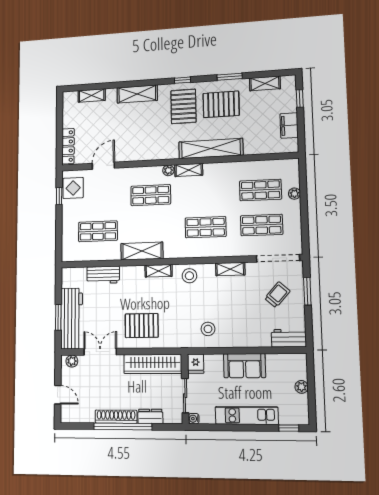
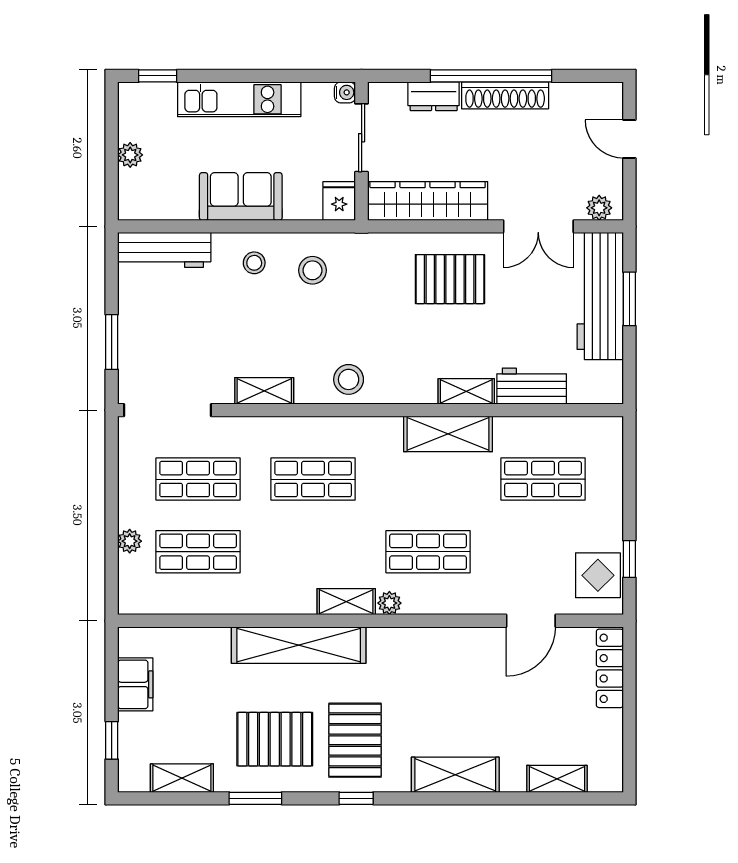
shelving: (159, 271) -> (466, 391), moved
trolley: (277, 295) -> (171, 337), removed
stool: (237, 332) -> (254, 263), added
workbench: (289, 338) -> (164, 250), width x1.38

